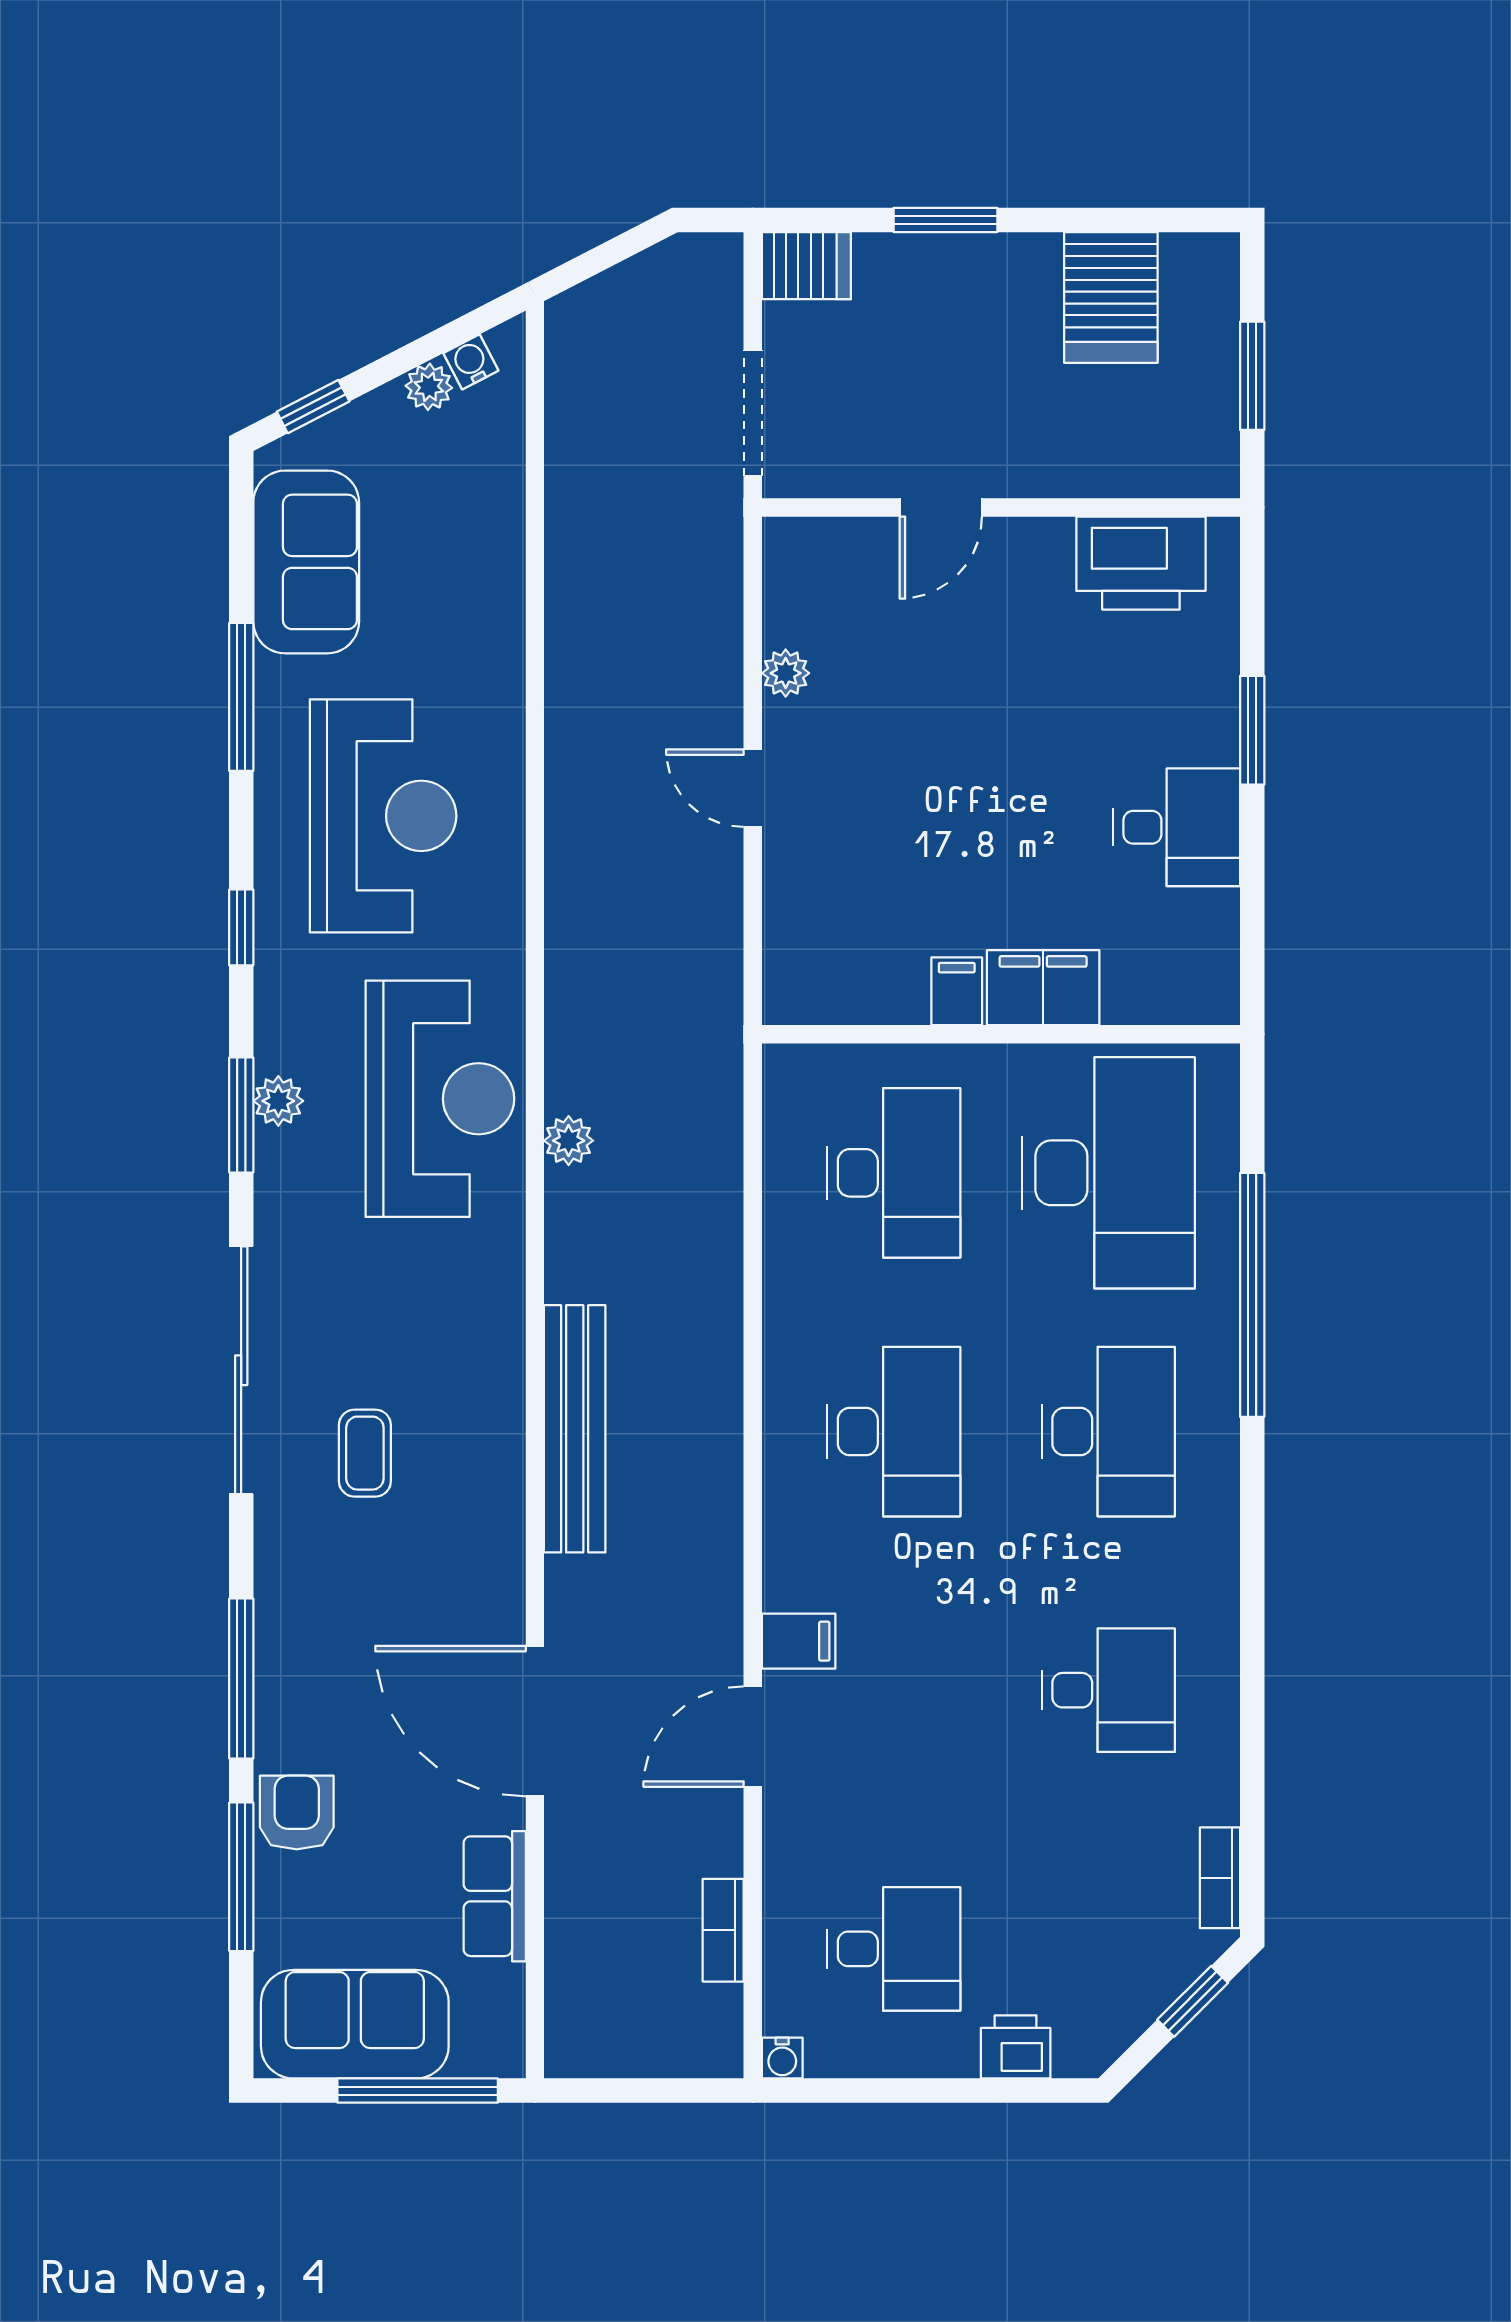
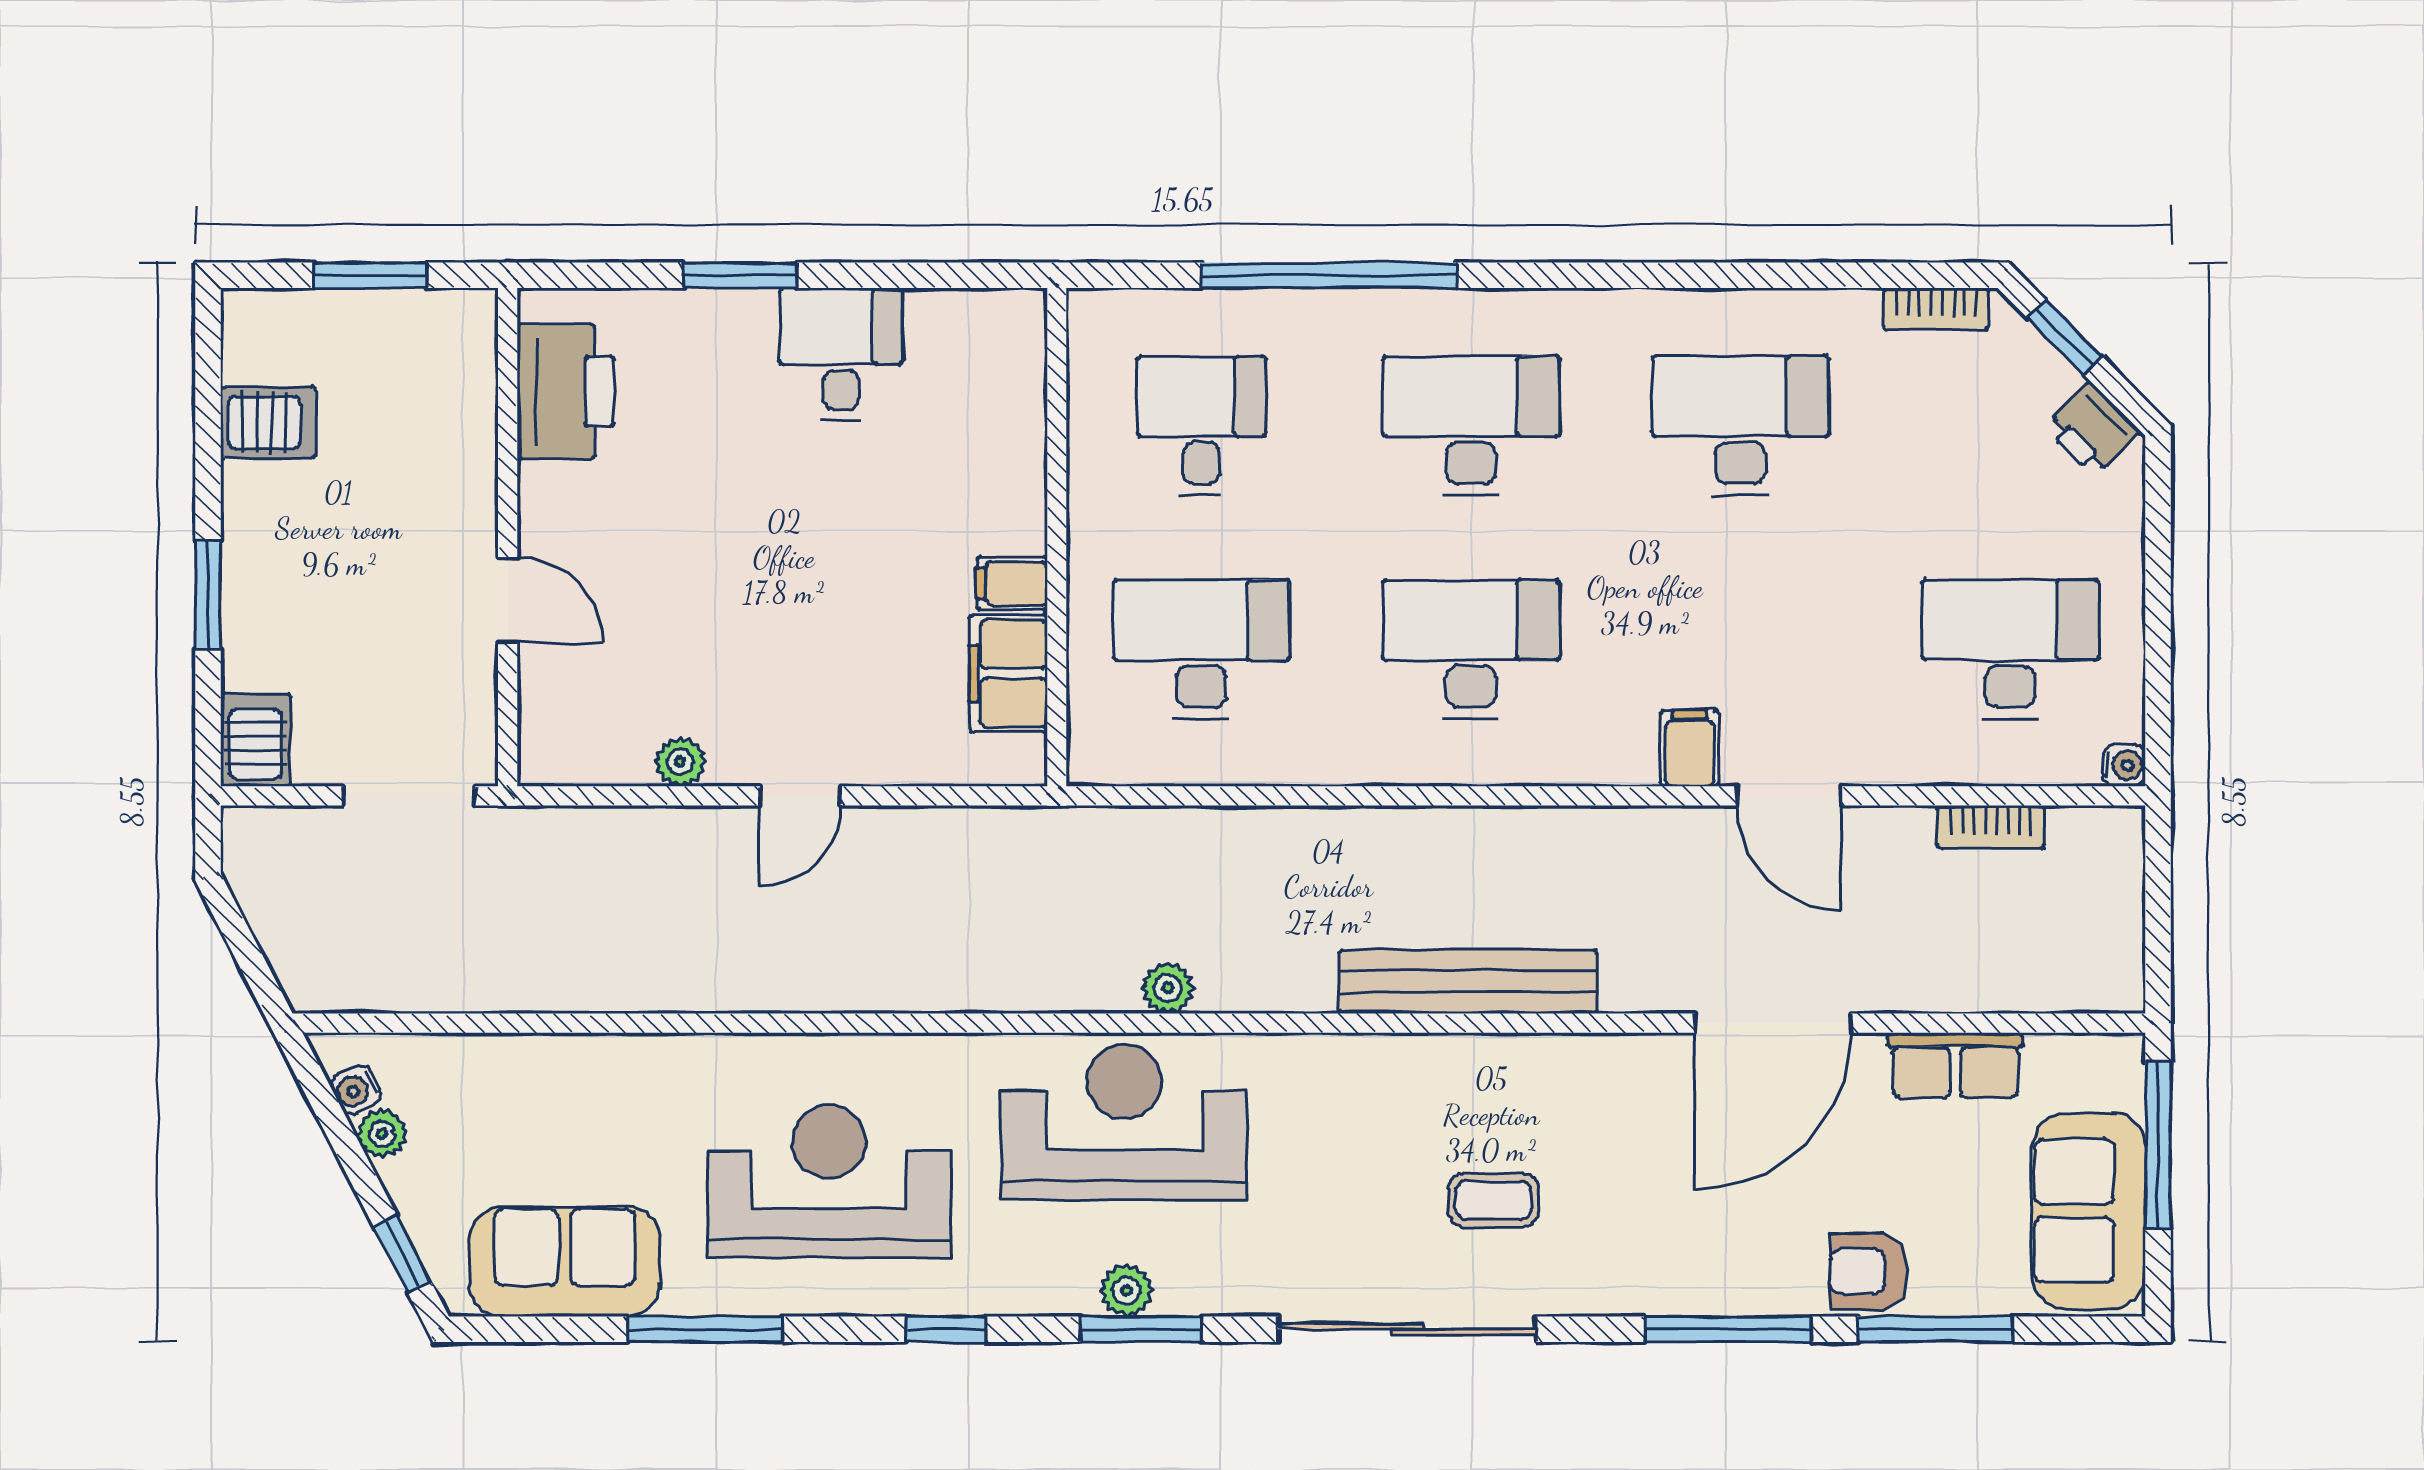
server rack: (1111, 297) -> (268, 423), width x0.73, depth x0.70
filing cabinet: (1043, 988) -> (1008, 673), moved
desk: (1108, 1173) -> (1201, 425), width x0.53, depth x0.77
desk: (1108, 1690) -> (1741, 425), width x1.37
desk: (894, 1949) -> (2010, 649), width x1.37
printer: (1016, 2047) -> (2093, 429), moved, turned -45

